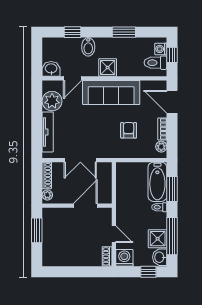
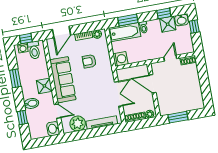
window: (172, 236) -> (164, 13), width x0.46
washing machine: (124, 258) -> (120, 59), moved, turned 180

